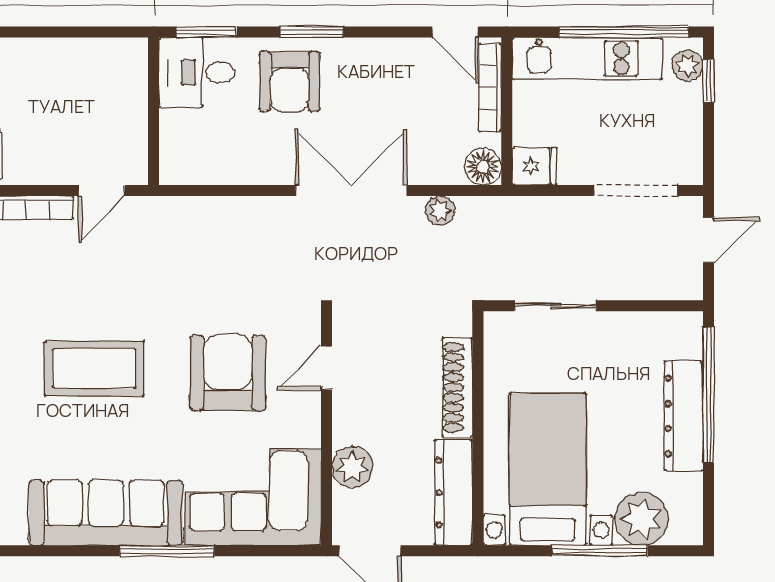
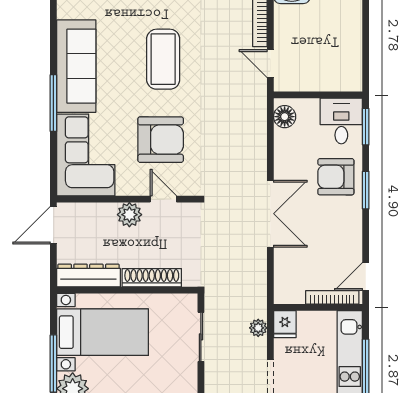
floor lamp: (483, 167) -> (285, 117), moved
plant: (440, 211) -> (258, 328), moved
plant: (352, 467) -> (129, 215), moved

